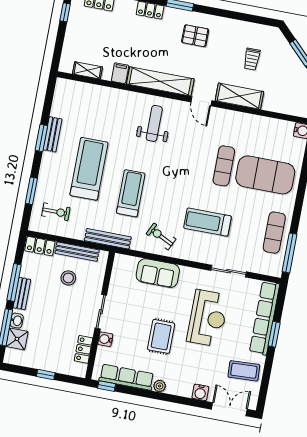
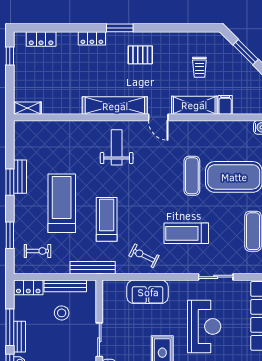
shelving: (87, 70) -> (27, 108), moved
filing cabinet: (120, 73) -> (225, 105), moved

